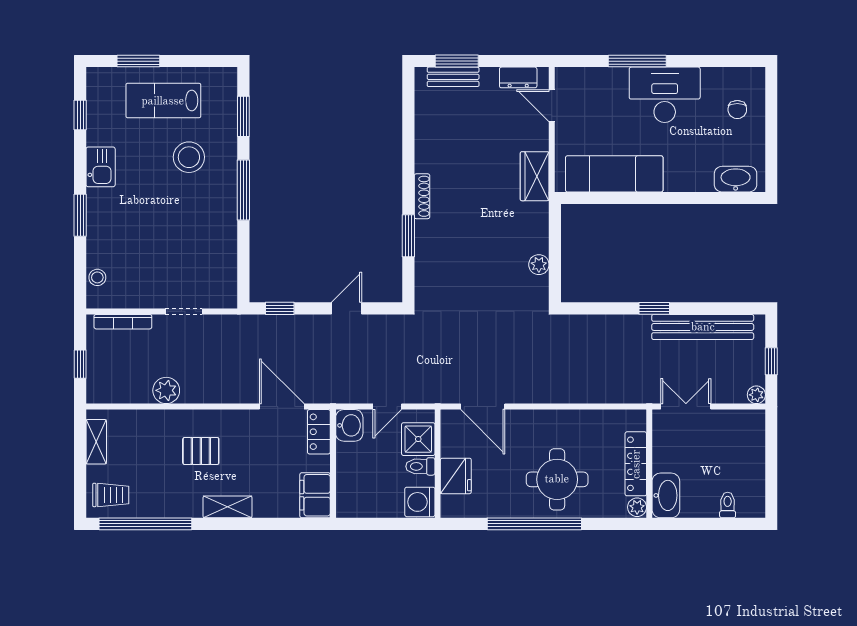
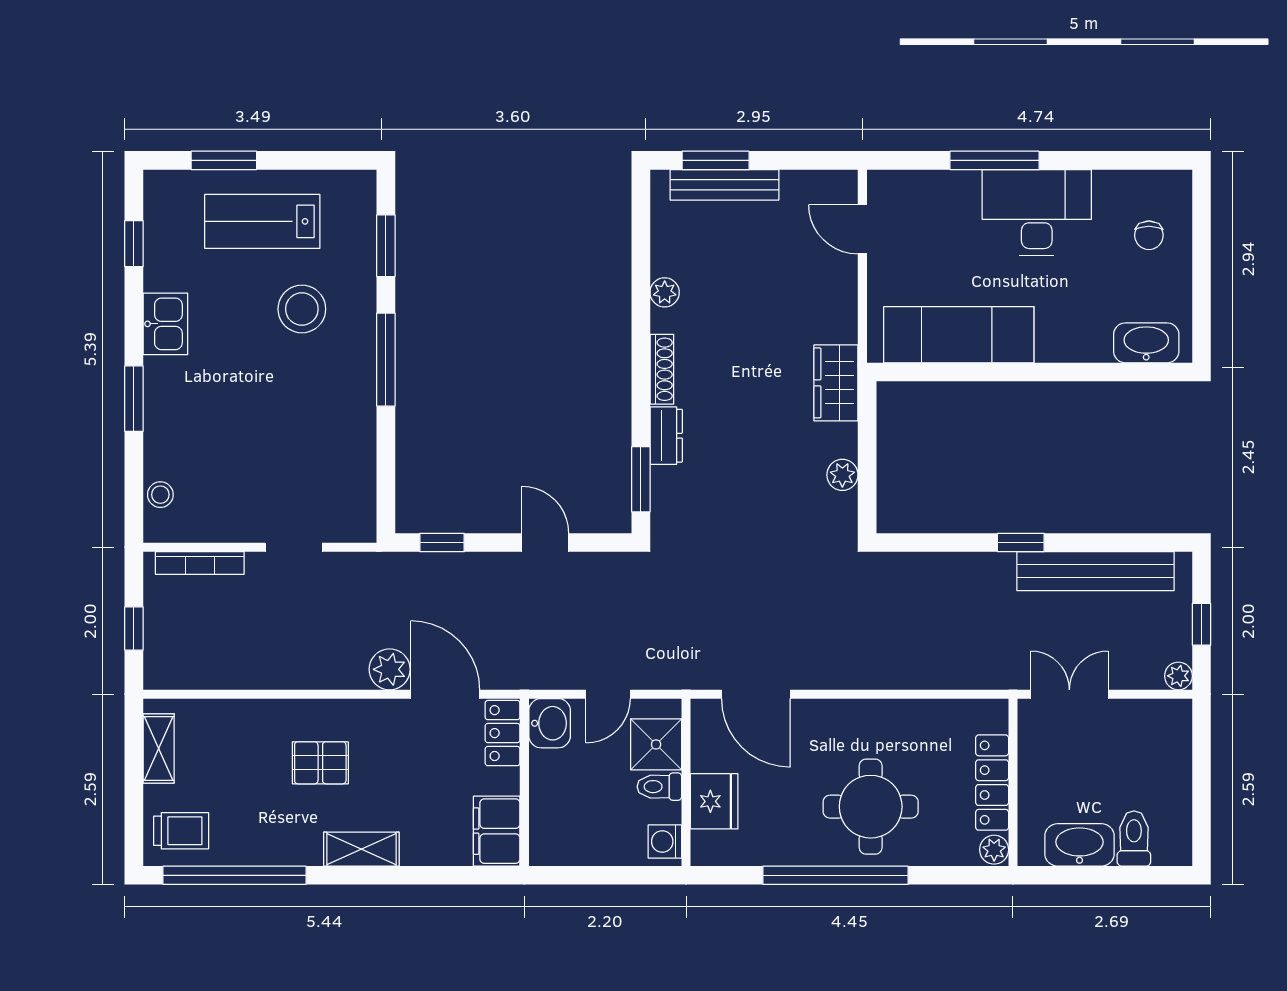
bench: (453, 77) -> (724, 185), width x1.36
dresser: (518, 77) -> (666, 436), moved, turned -90
plant: (424, 146) -> (665, 292), added
wardrobe: (535, 176) -> (836, 383), moved
window: (408, 236) -> (641, 479), moved
door: (347, 308) -> (545, 542), hinge flipped
plant: (166, 390) -> (390, 669), moved
washbasin: (666, 495) -> (1080, 845), moved, turned -90
washing machine: (420, 502) -> (665, 842), width x0.73, depth x0.73
toilet: (728, 505) -> (1134, 838), width x1.37, depth x1.39

